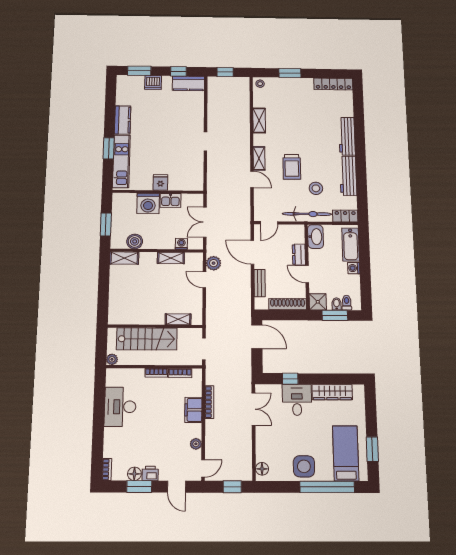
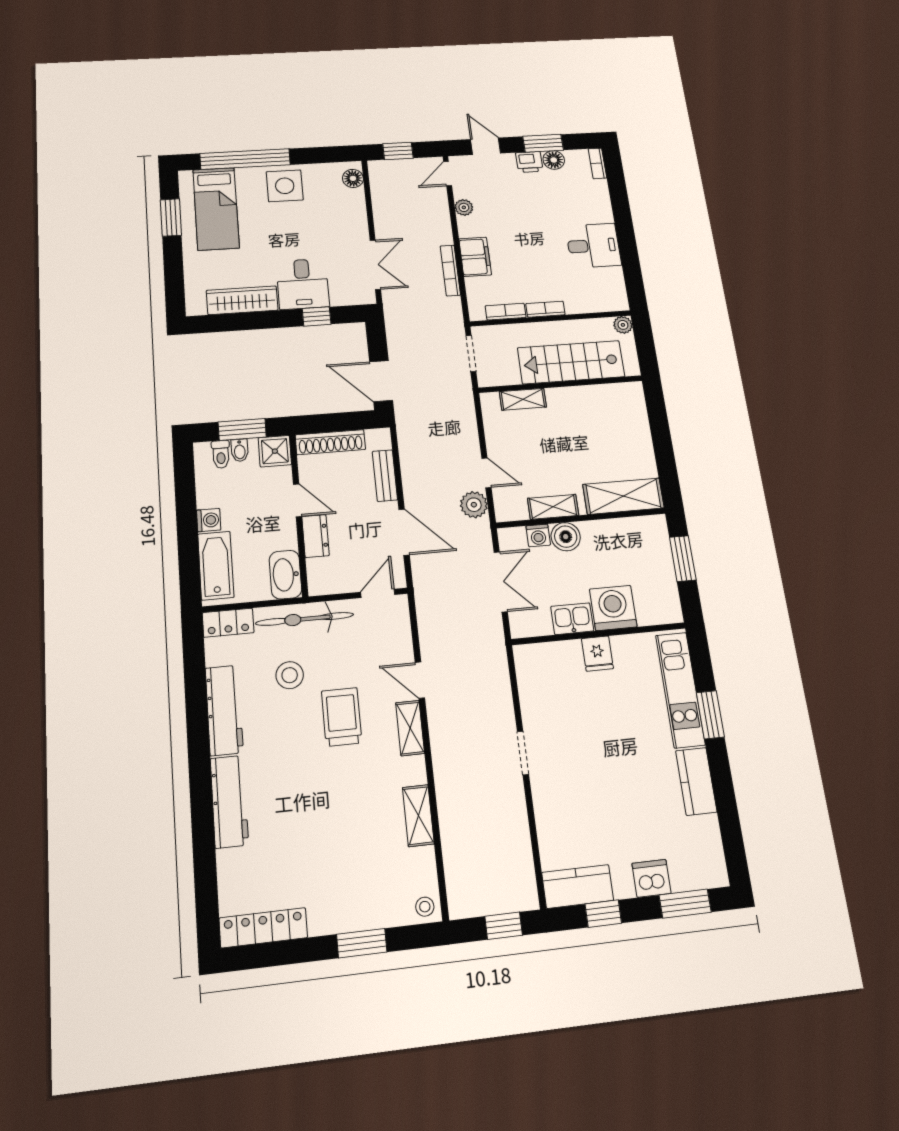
boiler: (135, 241) -> (566, 537), moved
shelving: (124, 258) -> (623, 496), width x1.50, depth x1.33
desk: (120, 407) -> (593, 246), width x0.73
double door: (253, 409) -> (375, 265), swing flipped

